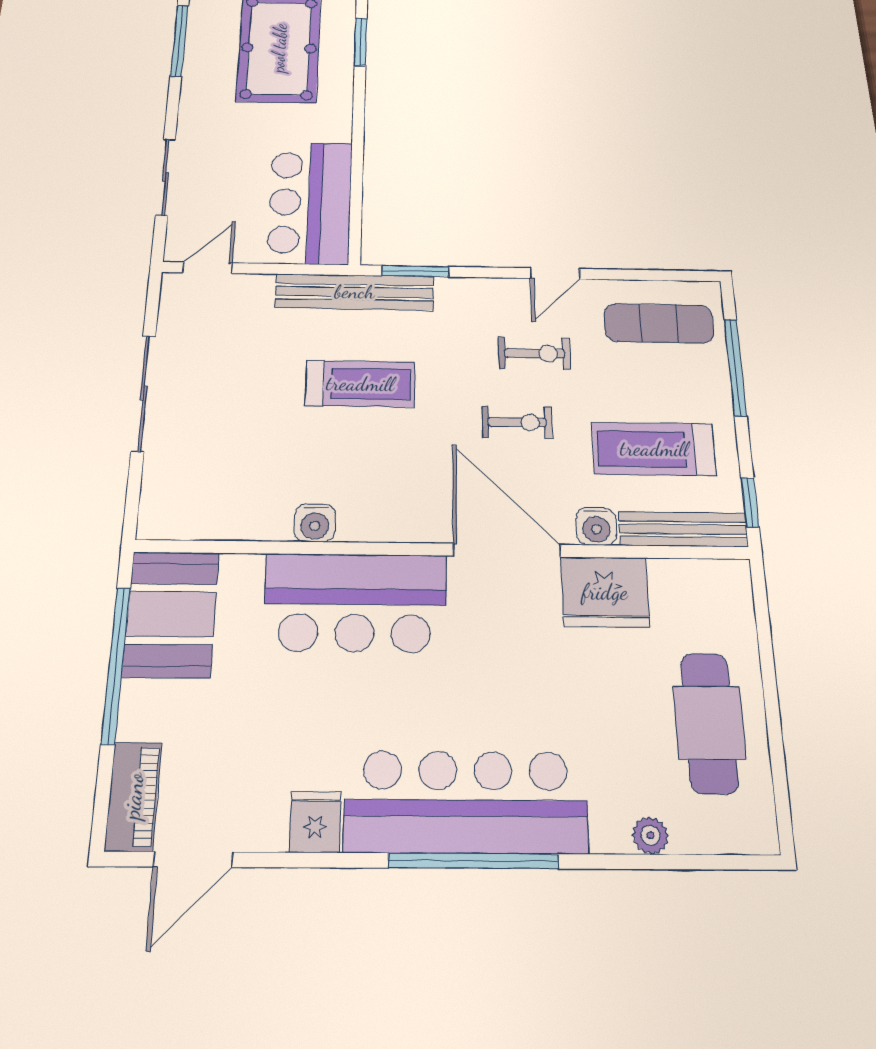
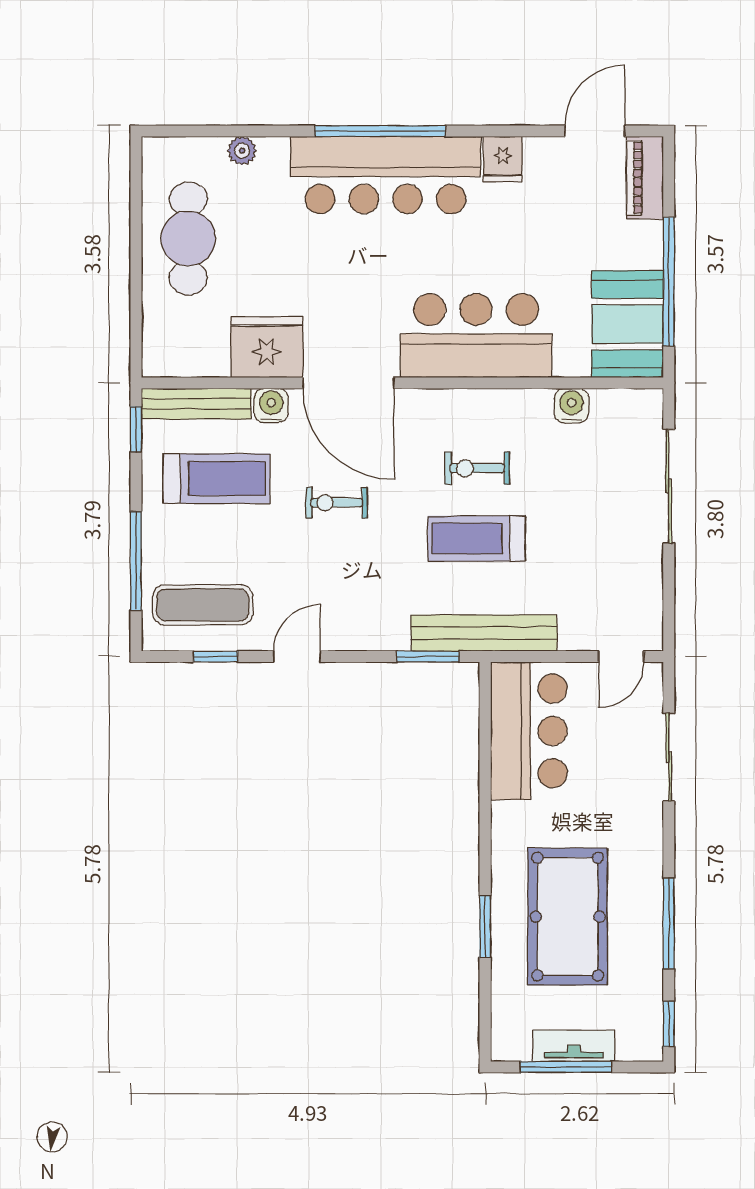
window: (641, 275) -> (216, 657), added
exercise bike: (535, 353) -> (477, 468), moved
sliding door: (143, 393) -> (669, 486), moved
water cooler: (315, 523) -> (572, 406), moved

